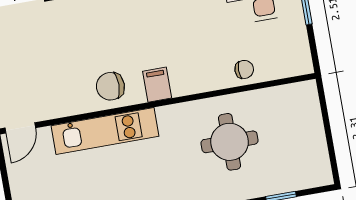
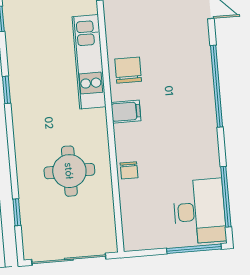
chair: (244, 69) -> (129, 170), moved
sliding door: (328, 134) -> (69, 259), added

